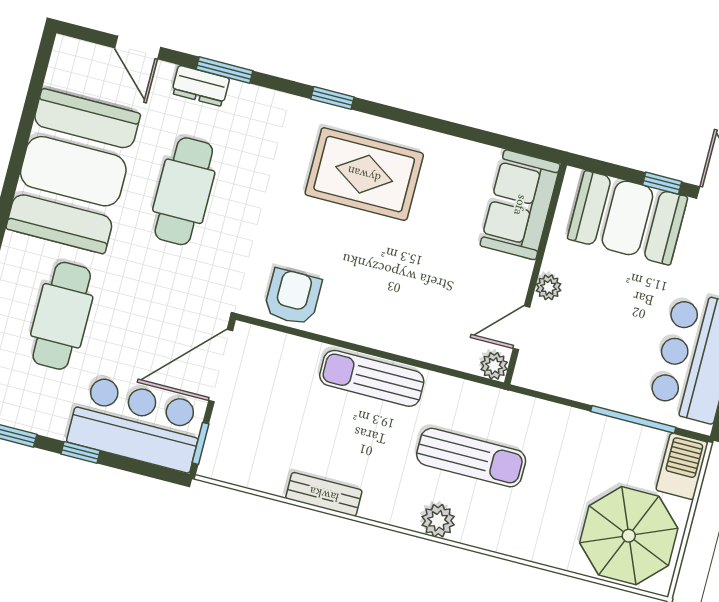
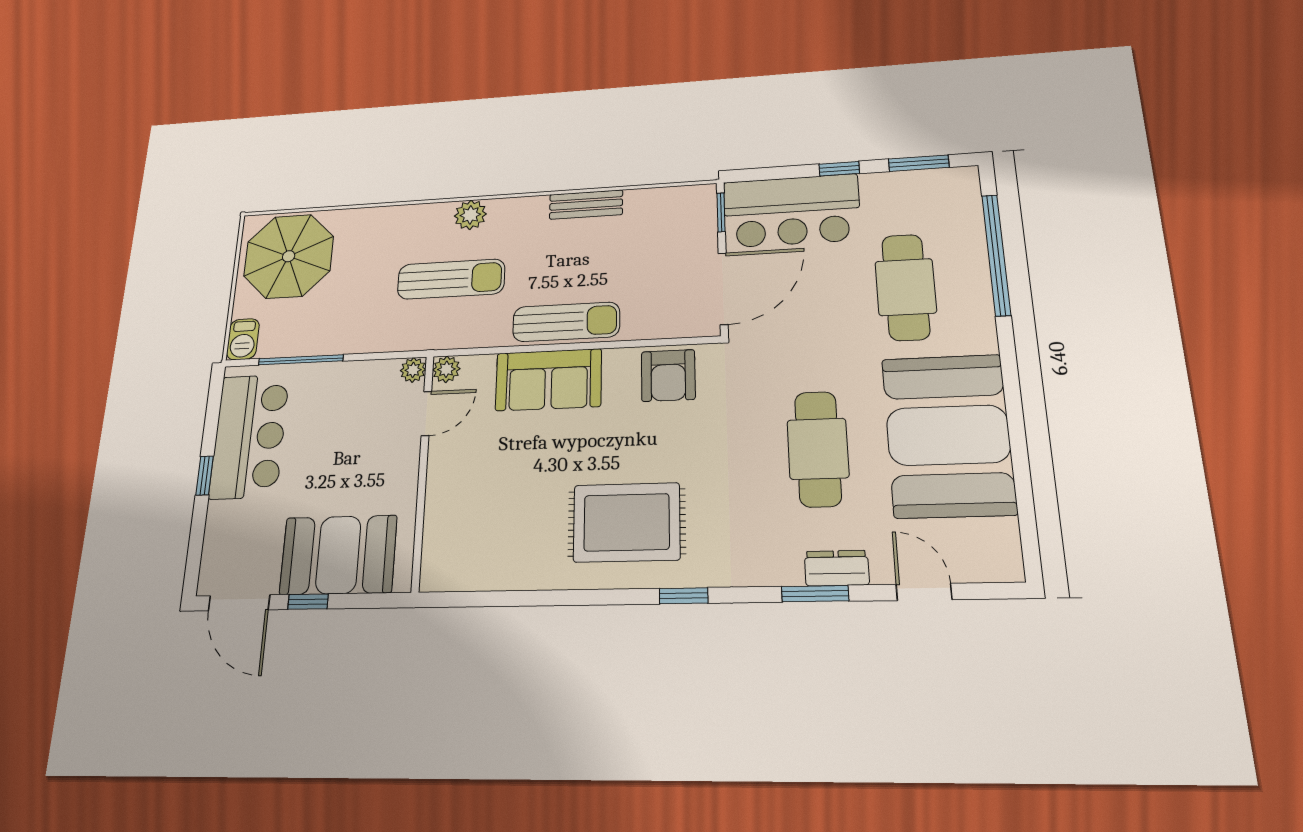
sofa: (520, 205) -> (548, 380), moved, turned 90
plant: (549, 287) -> (413, 370), moved
sun lounger: (471, 458) -> (451, 279), turned 180
barbecue: (682, 466) -> (243, 339), width x0.73, depth x0.79

